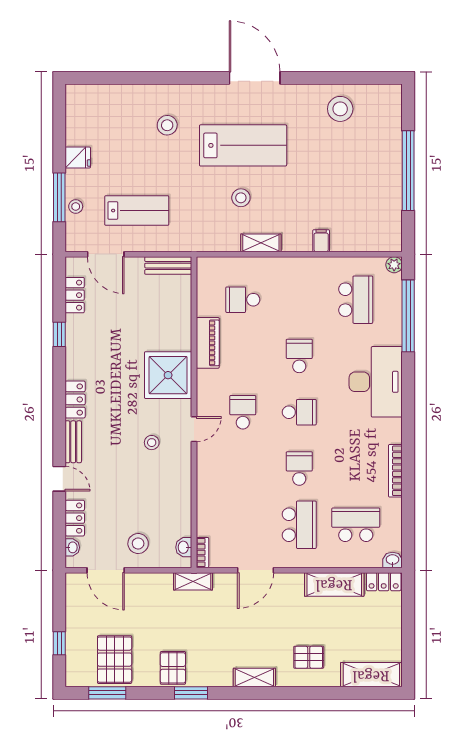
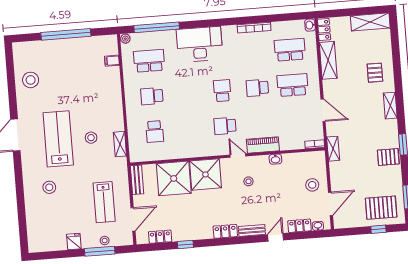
lab bench: (137, 211) -> (104, 202), turned 180
filing cabinet: (321, 241) -> (112, 61), moved
shelving: (261, 243) -> (120, 144), moved
shower: (166, 324) -> (174, 178), added
piano: (208, 343) -> (263, 145), moved
school desk: (299, 356) -> (152, 96), moved
school desk: (356, 525) -> (290, 50), turned 90
washbasin: (184, 547) -> (275, 159), moved
pallet: (115, 660) -> (381, 208), moved
shelving: (371, 675) -> (370, 22), moved, turned 90

